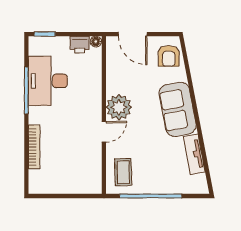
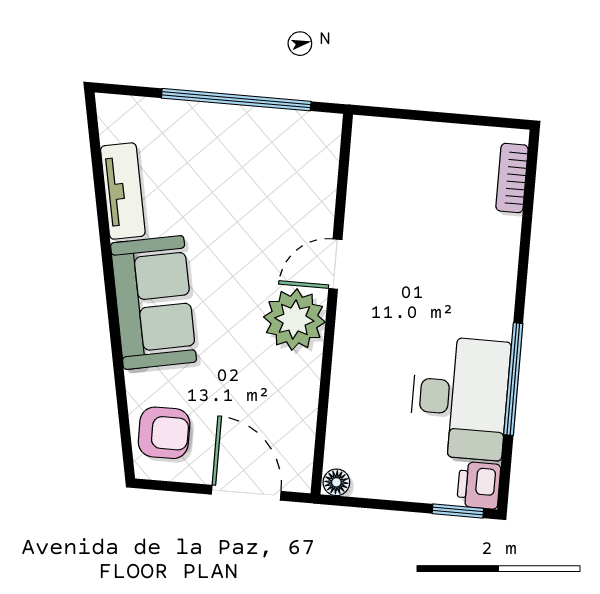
printer: (80, 45) -> (479, 485), moved, turned -90
armchair: (169, 56) -> (164, 433), turned 90
bookcase: (34, 147) -> (512, 178), moved, width x0.64
coffee table: (123, 172) -> (297, 163), removed

